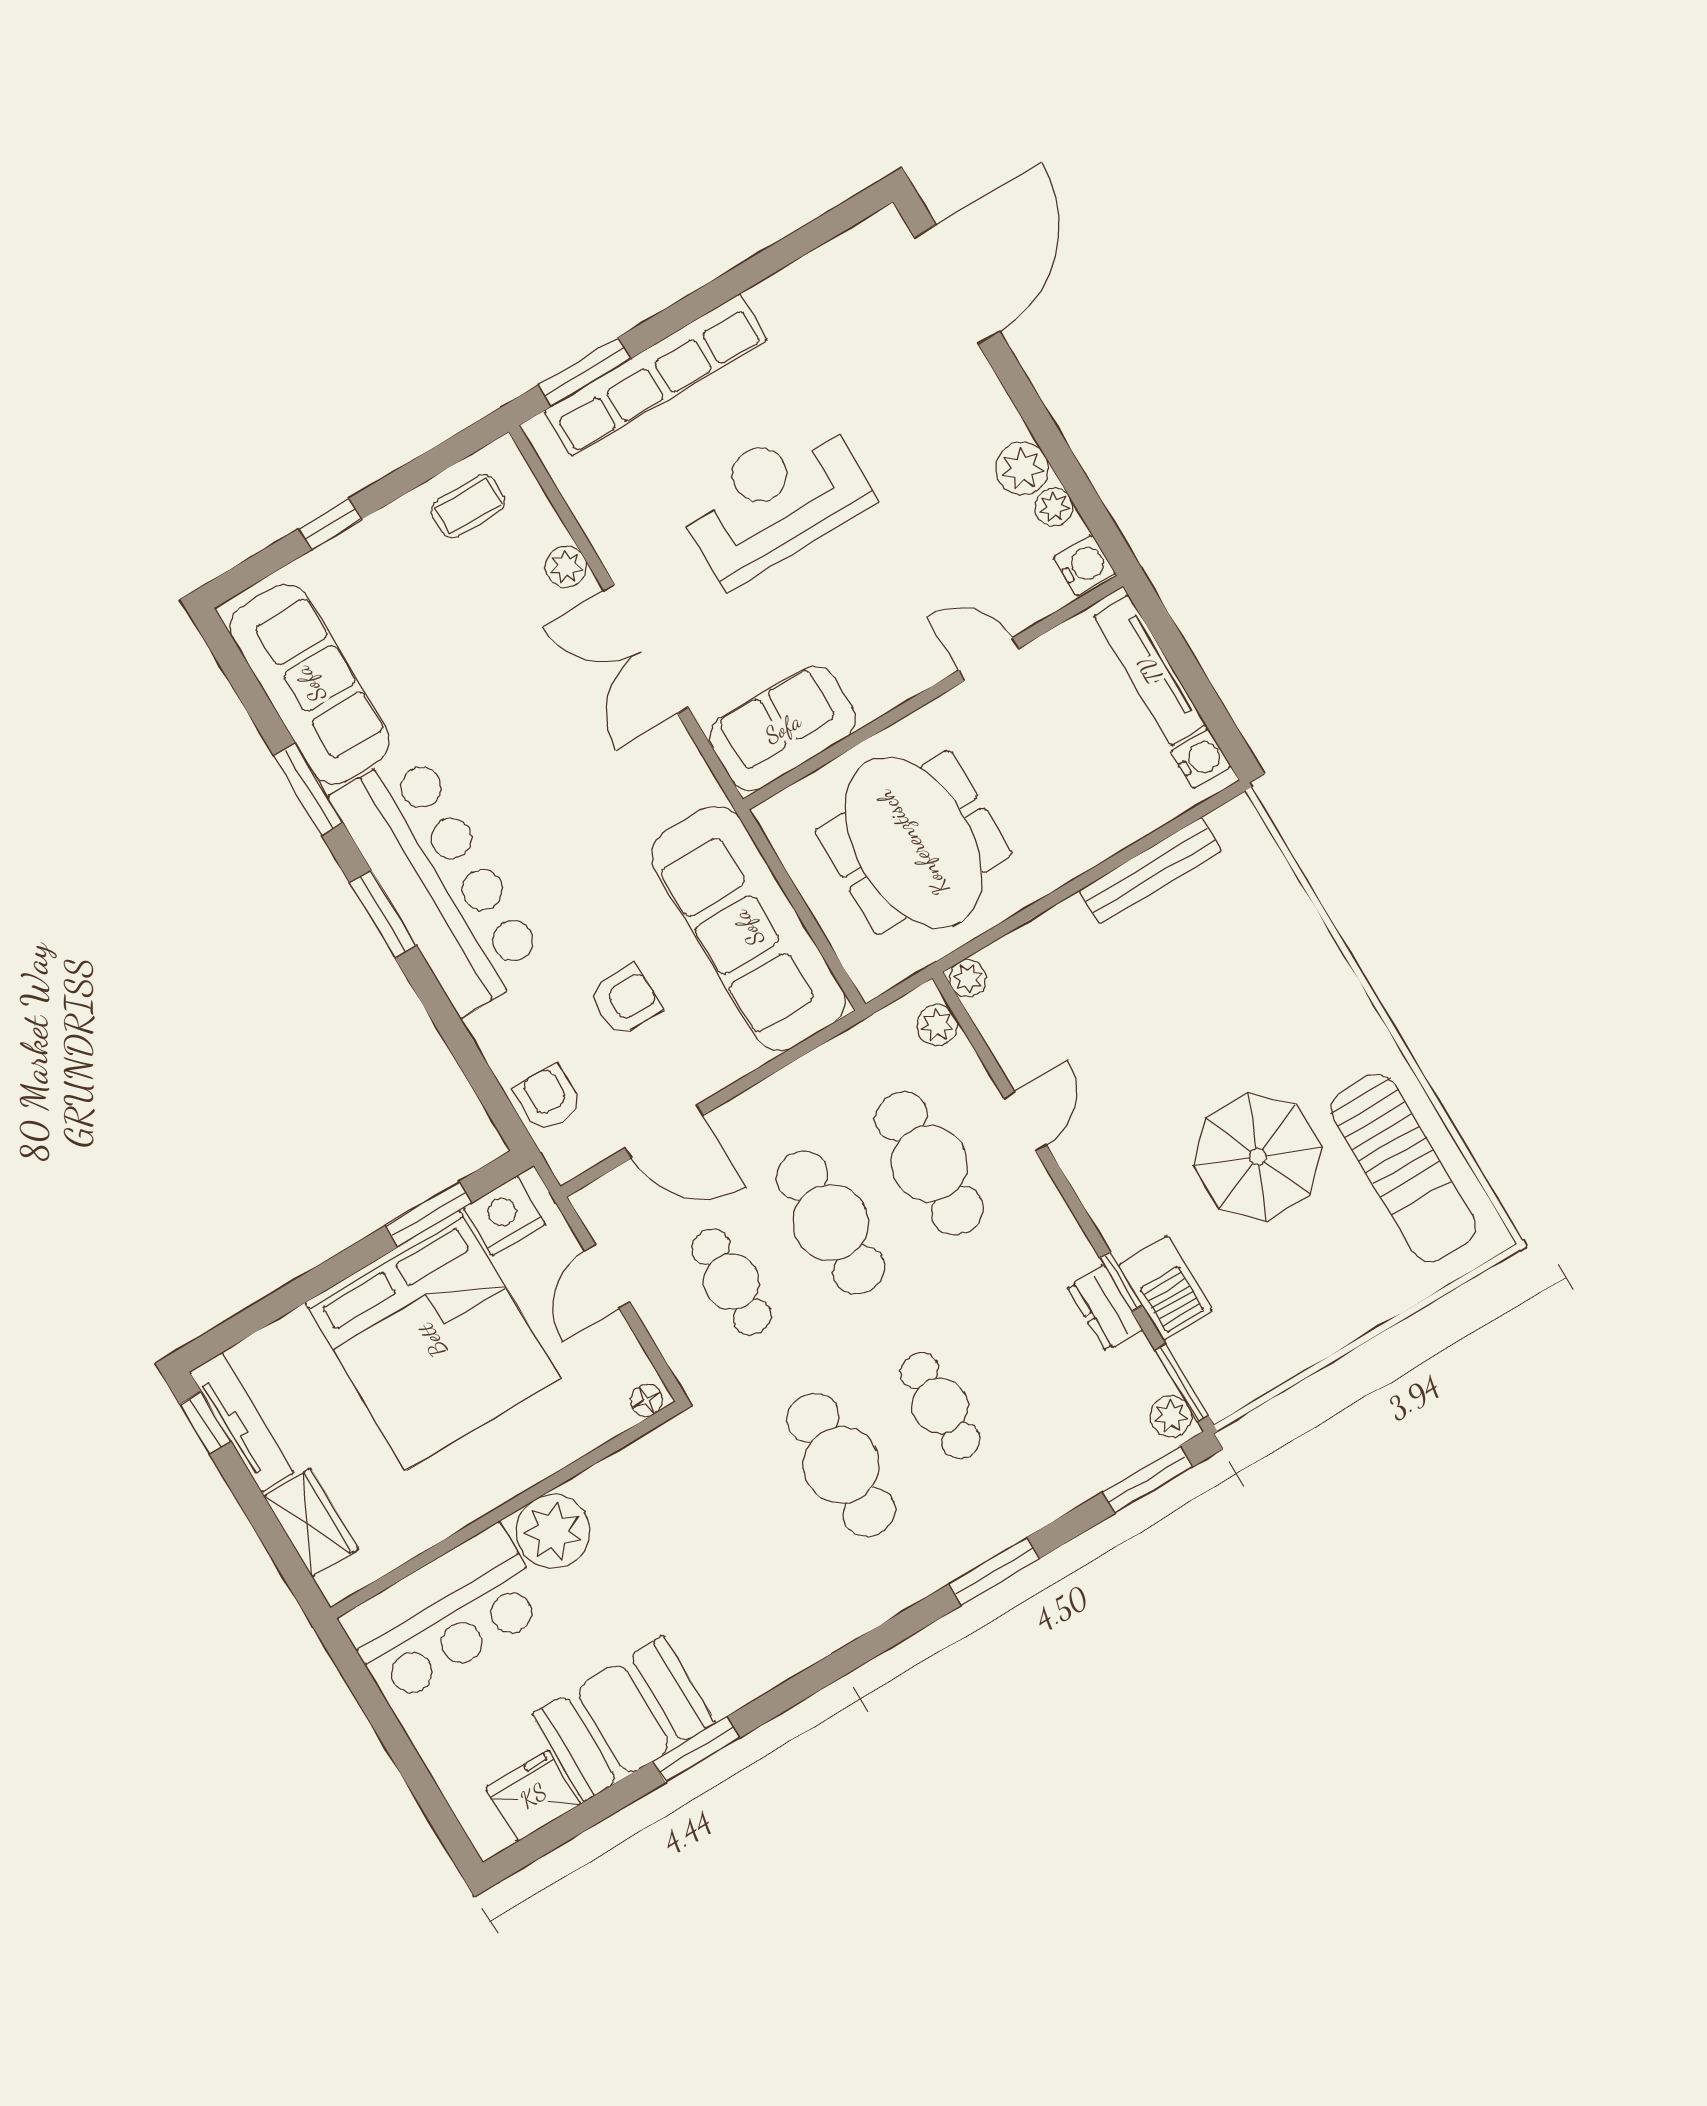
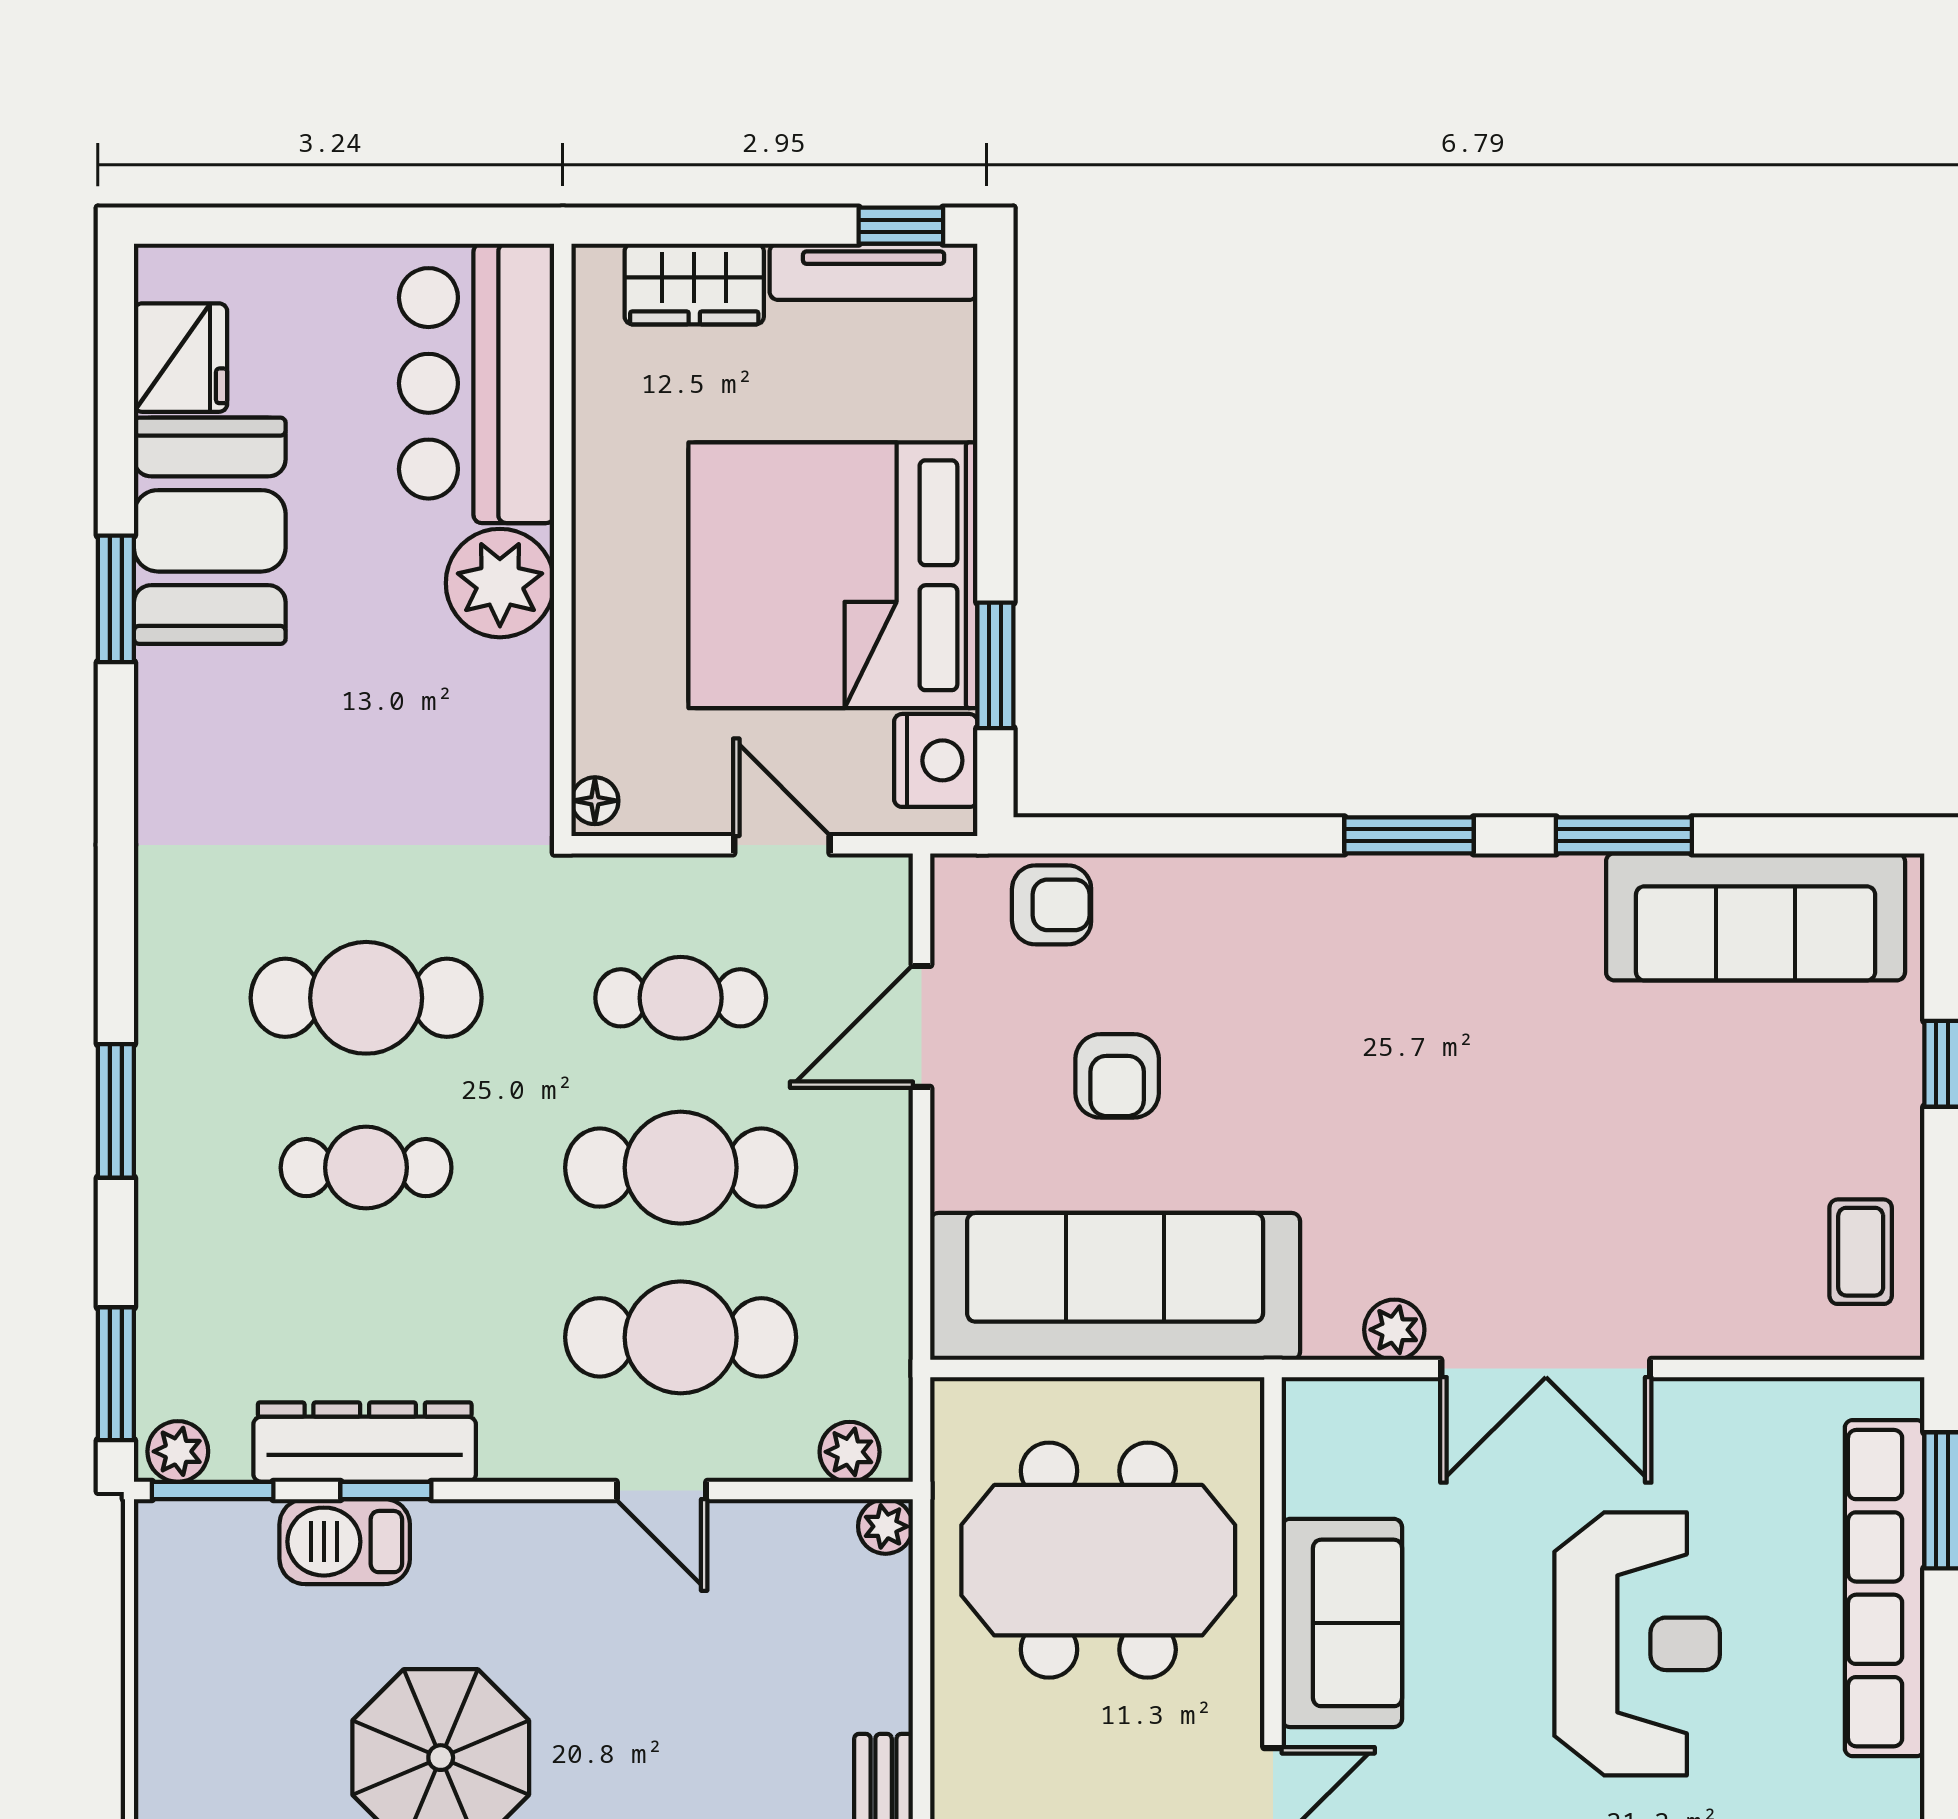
plant: (566, 567) -> (1394, 1330), moved
double door: (646, 649) -> (1546, 1368), swing flipped
sofa: (783, 728) -> (1342, 1623), moved
bar counter: (439, 881) -> (1409, 931), removed
dresser: (1105, 1308) -> (365, 1442), width x1.96, depth x1.24

